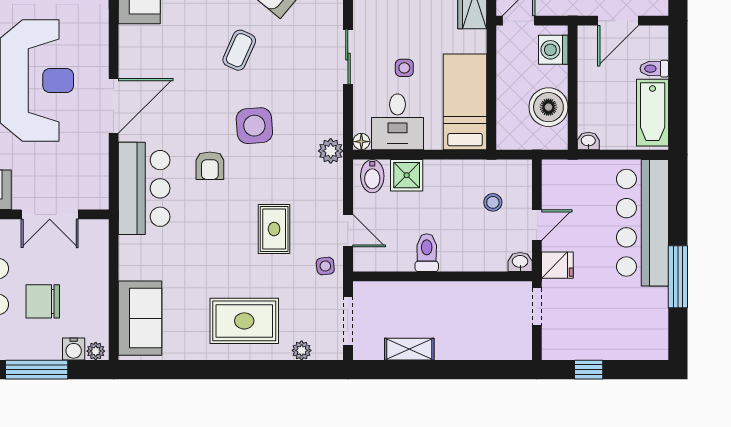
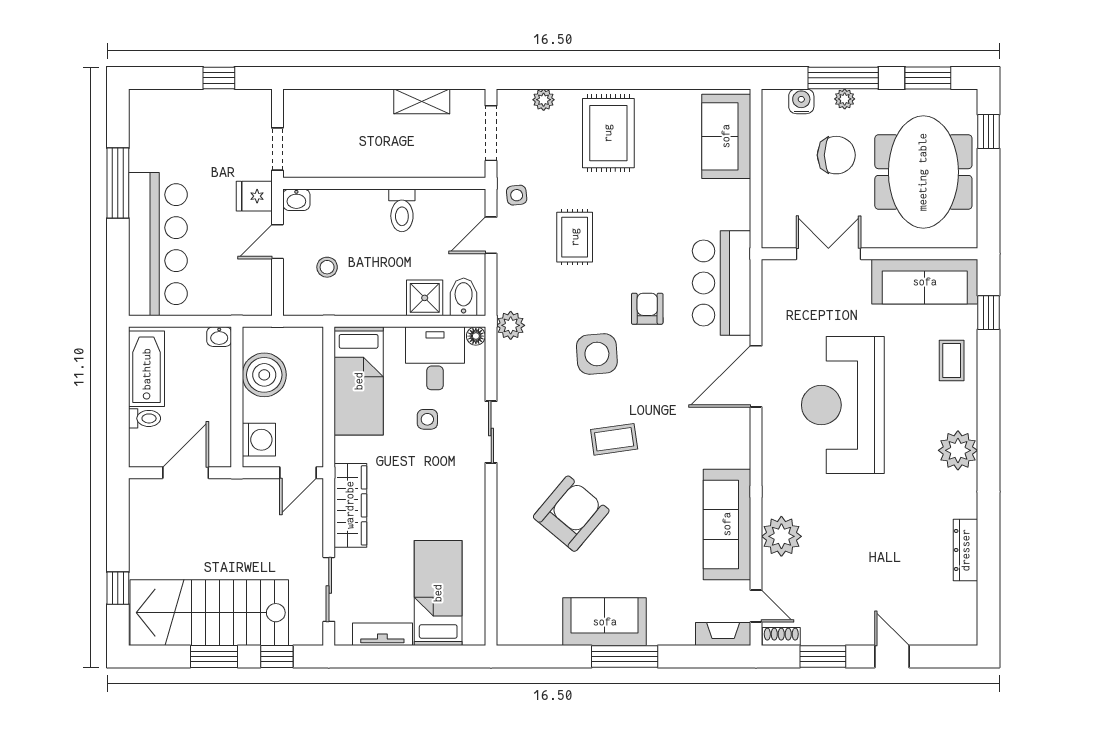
coffee table: (239, 50) -> (614, 439), turned 58
door: (348, 231) -> (491, 235), hinge flipped
rug: (244, 321) -> (608, 133), turned 90
plant: (96, 351) -> (845, 99), moved

